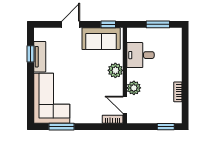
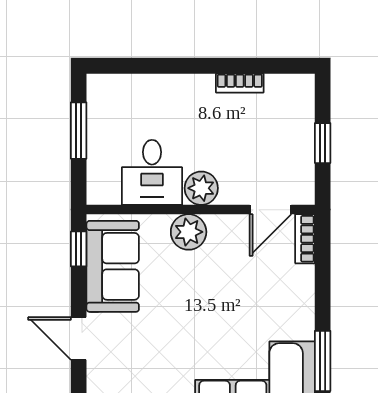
plant: (134, 88) -> (201, 188), moved
window: (166, 127) -> (323, 143), moved

